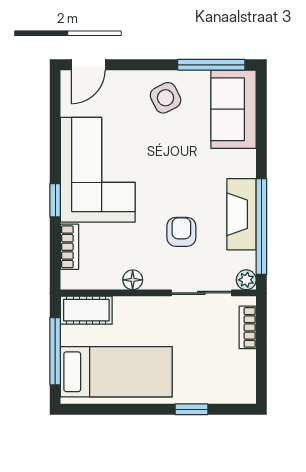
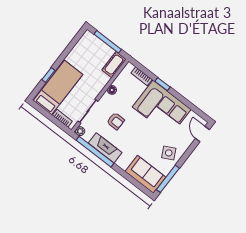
bed: (116, 372) -> (58, 88), moved, turned 180

